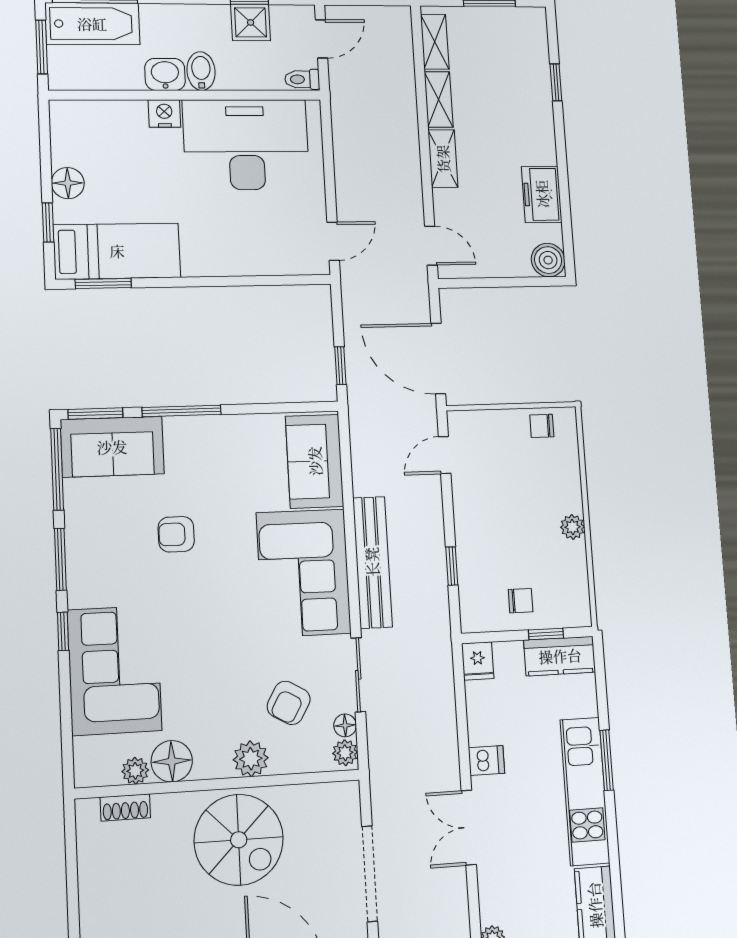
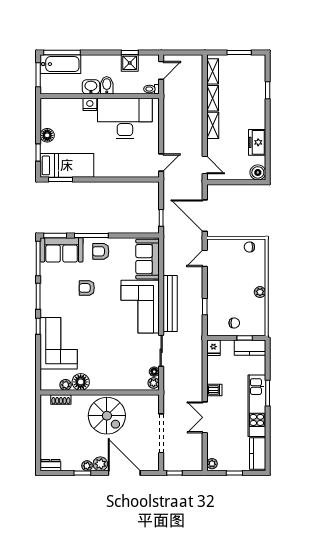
armchair: (289, 703) -> (101, 251), moved, turned 60
plant: (251, 759) -> (114, 383), removed

